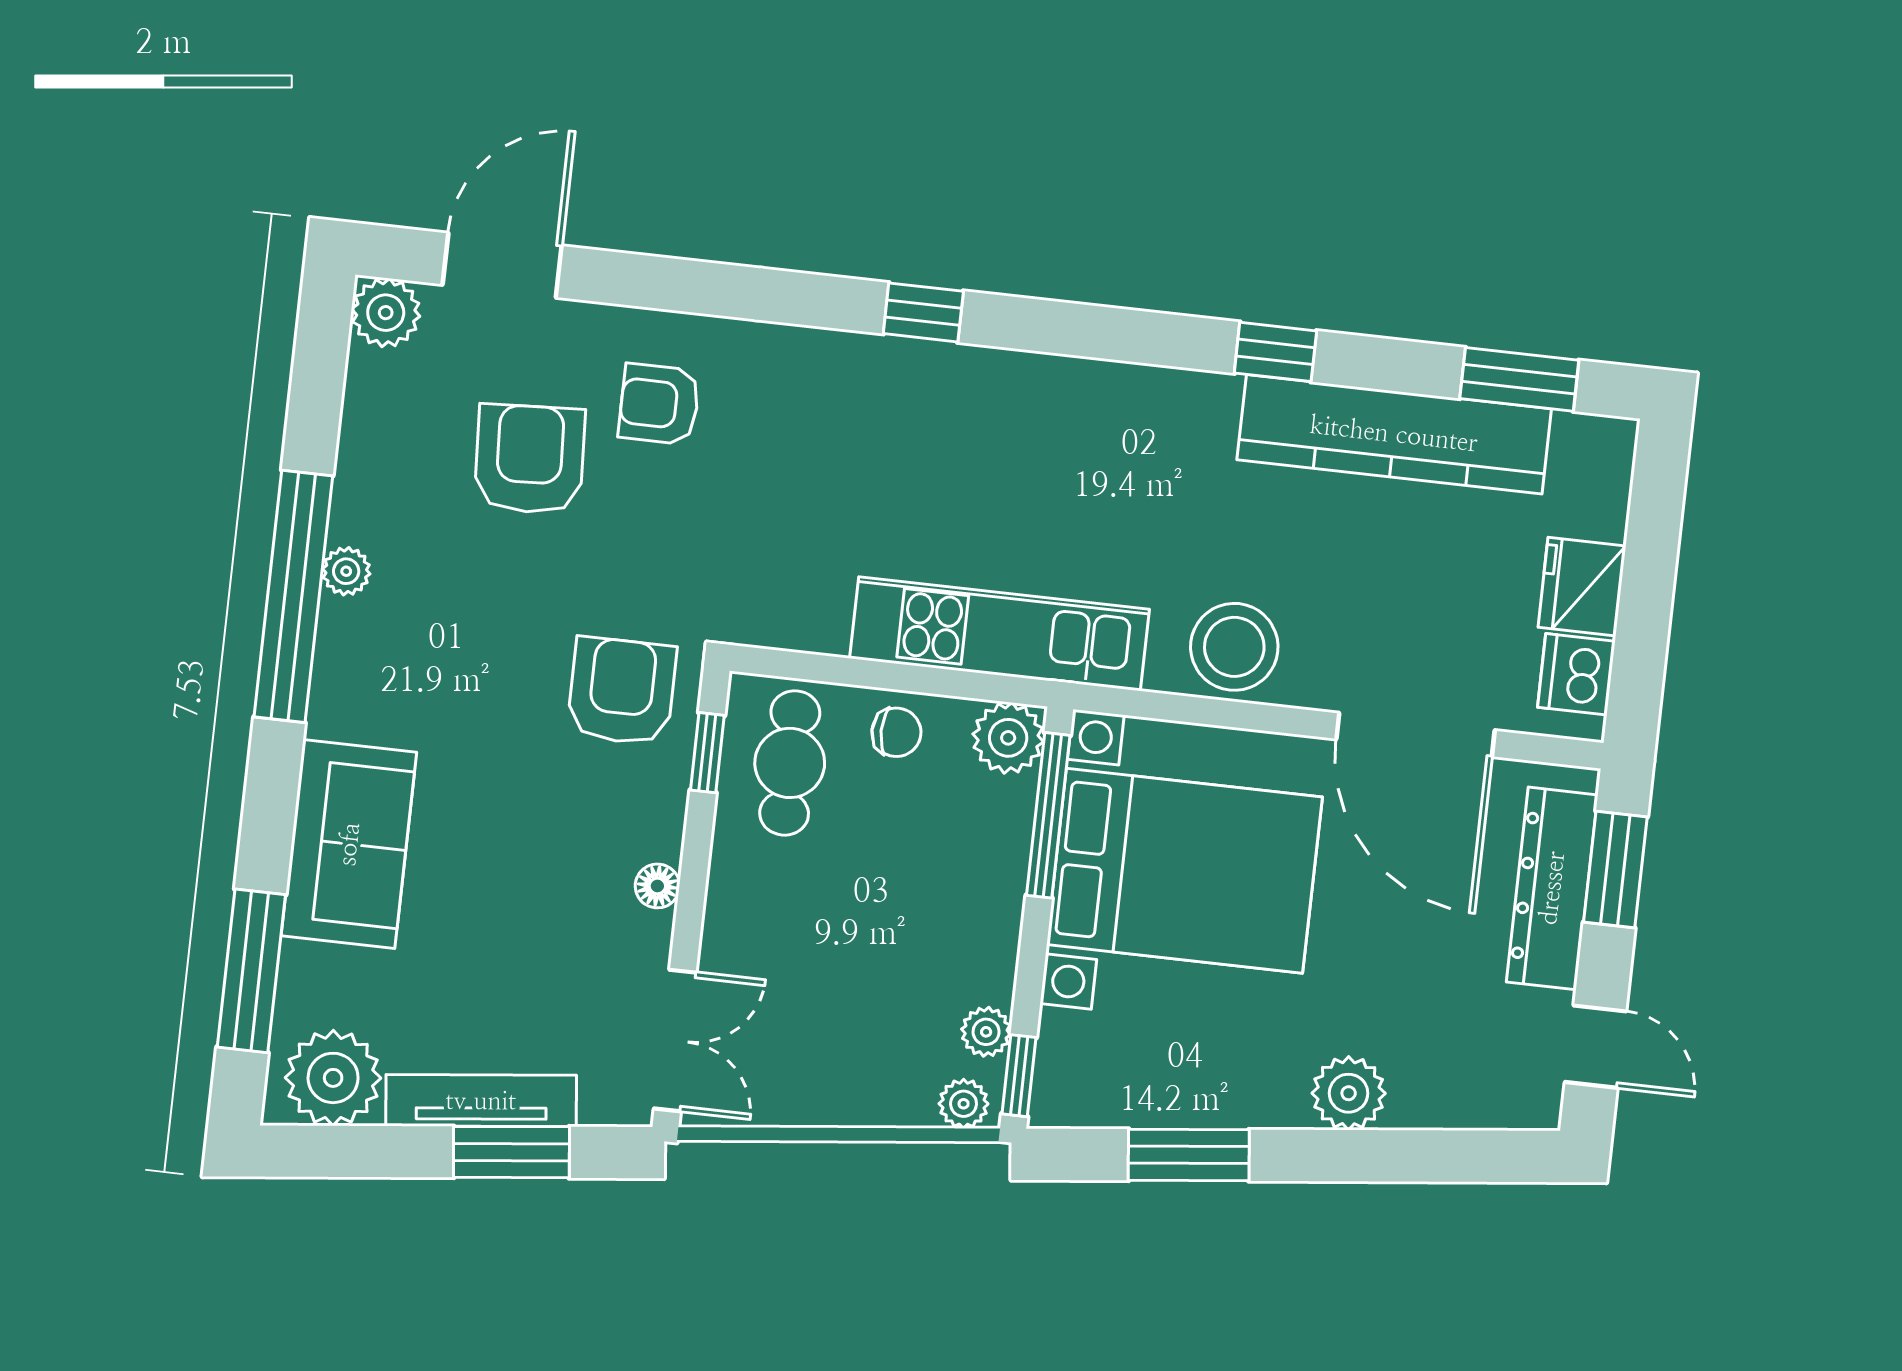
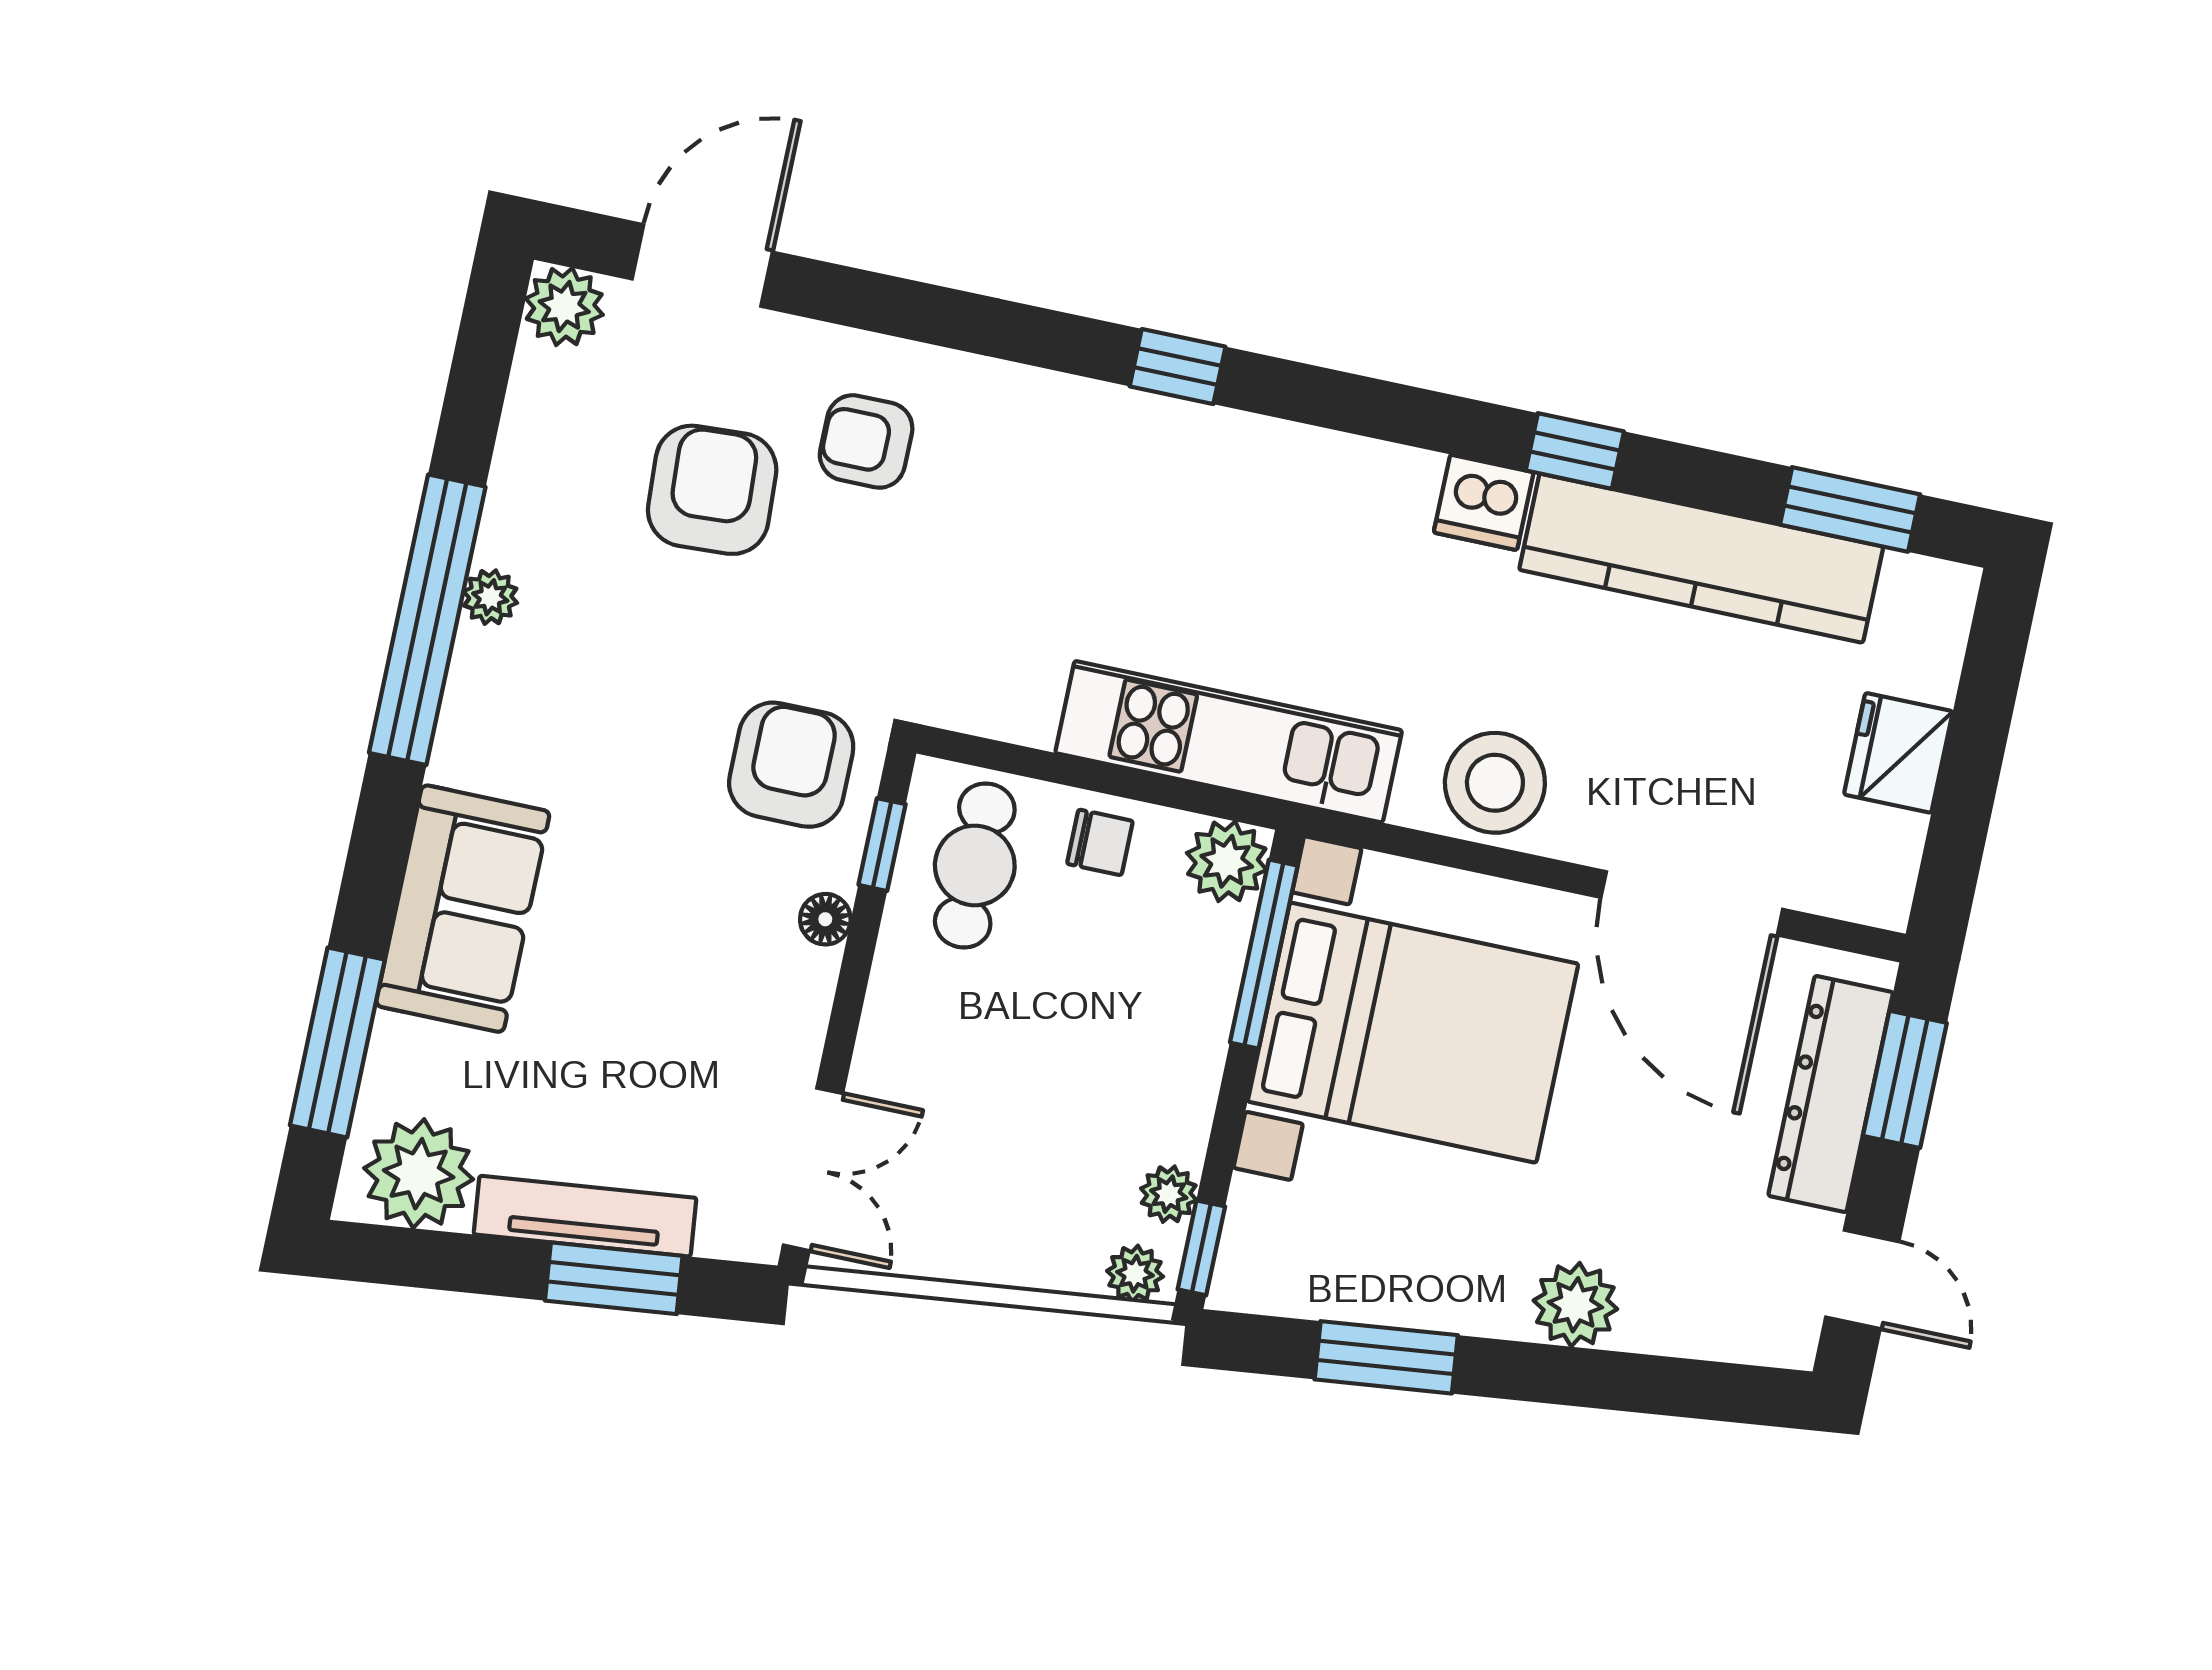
dishwasher: (1576, 674) -> (1484, 502), moved, turned -90
floor lamp: (657, 886) -> (825, 919), moved

